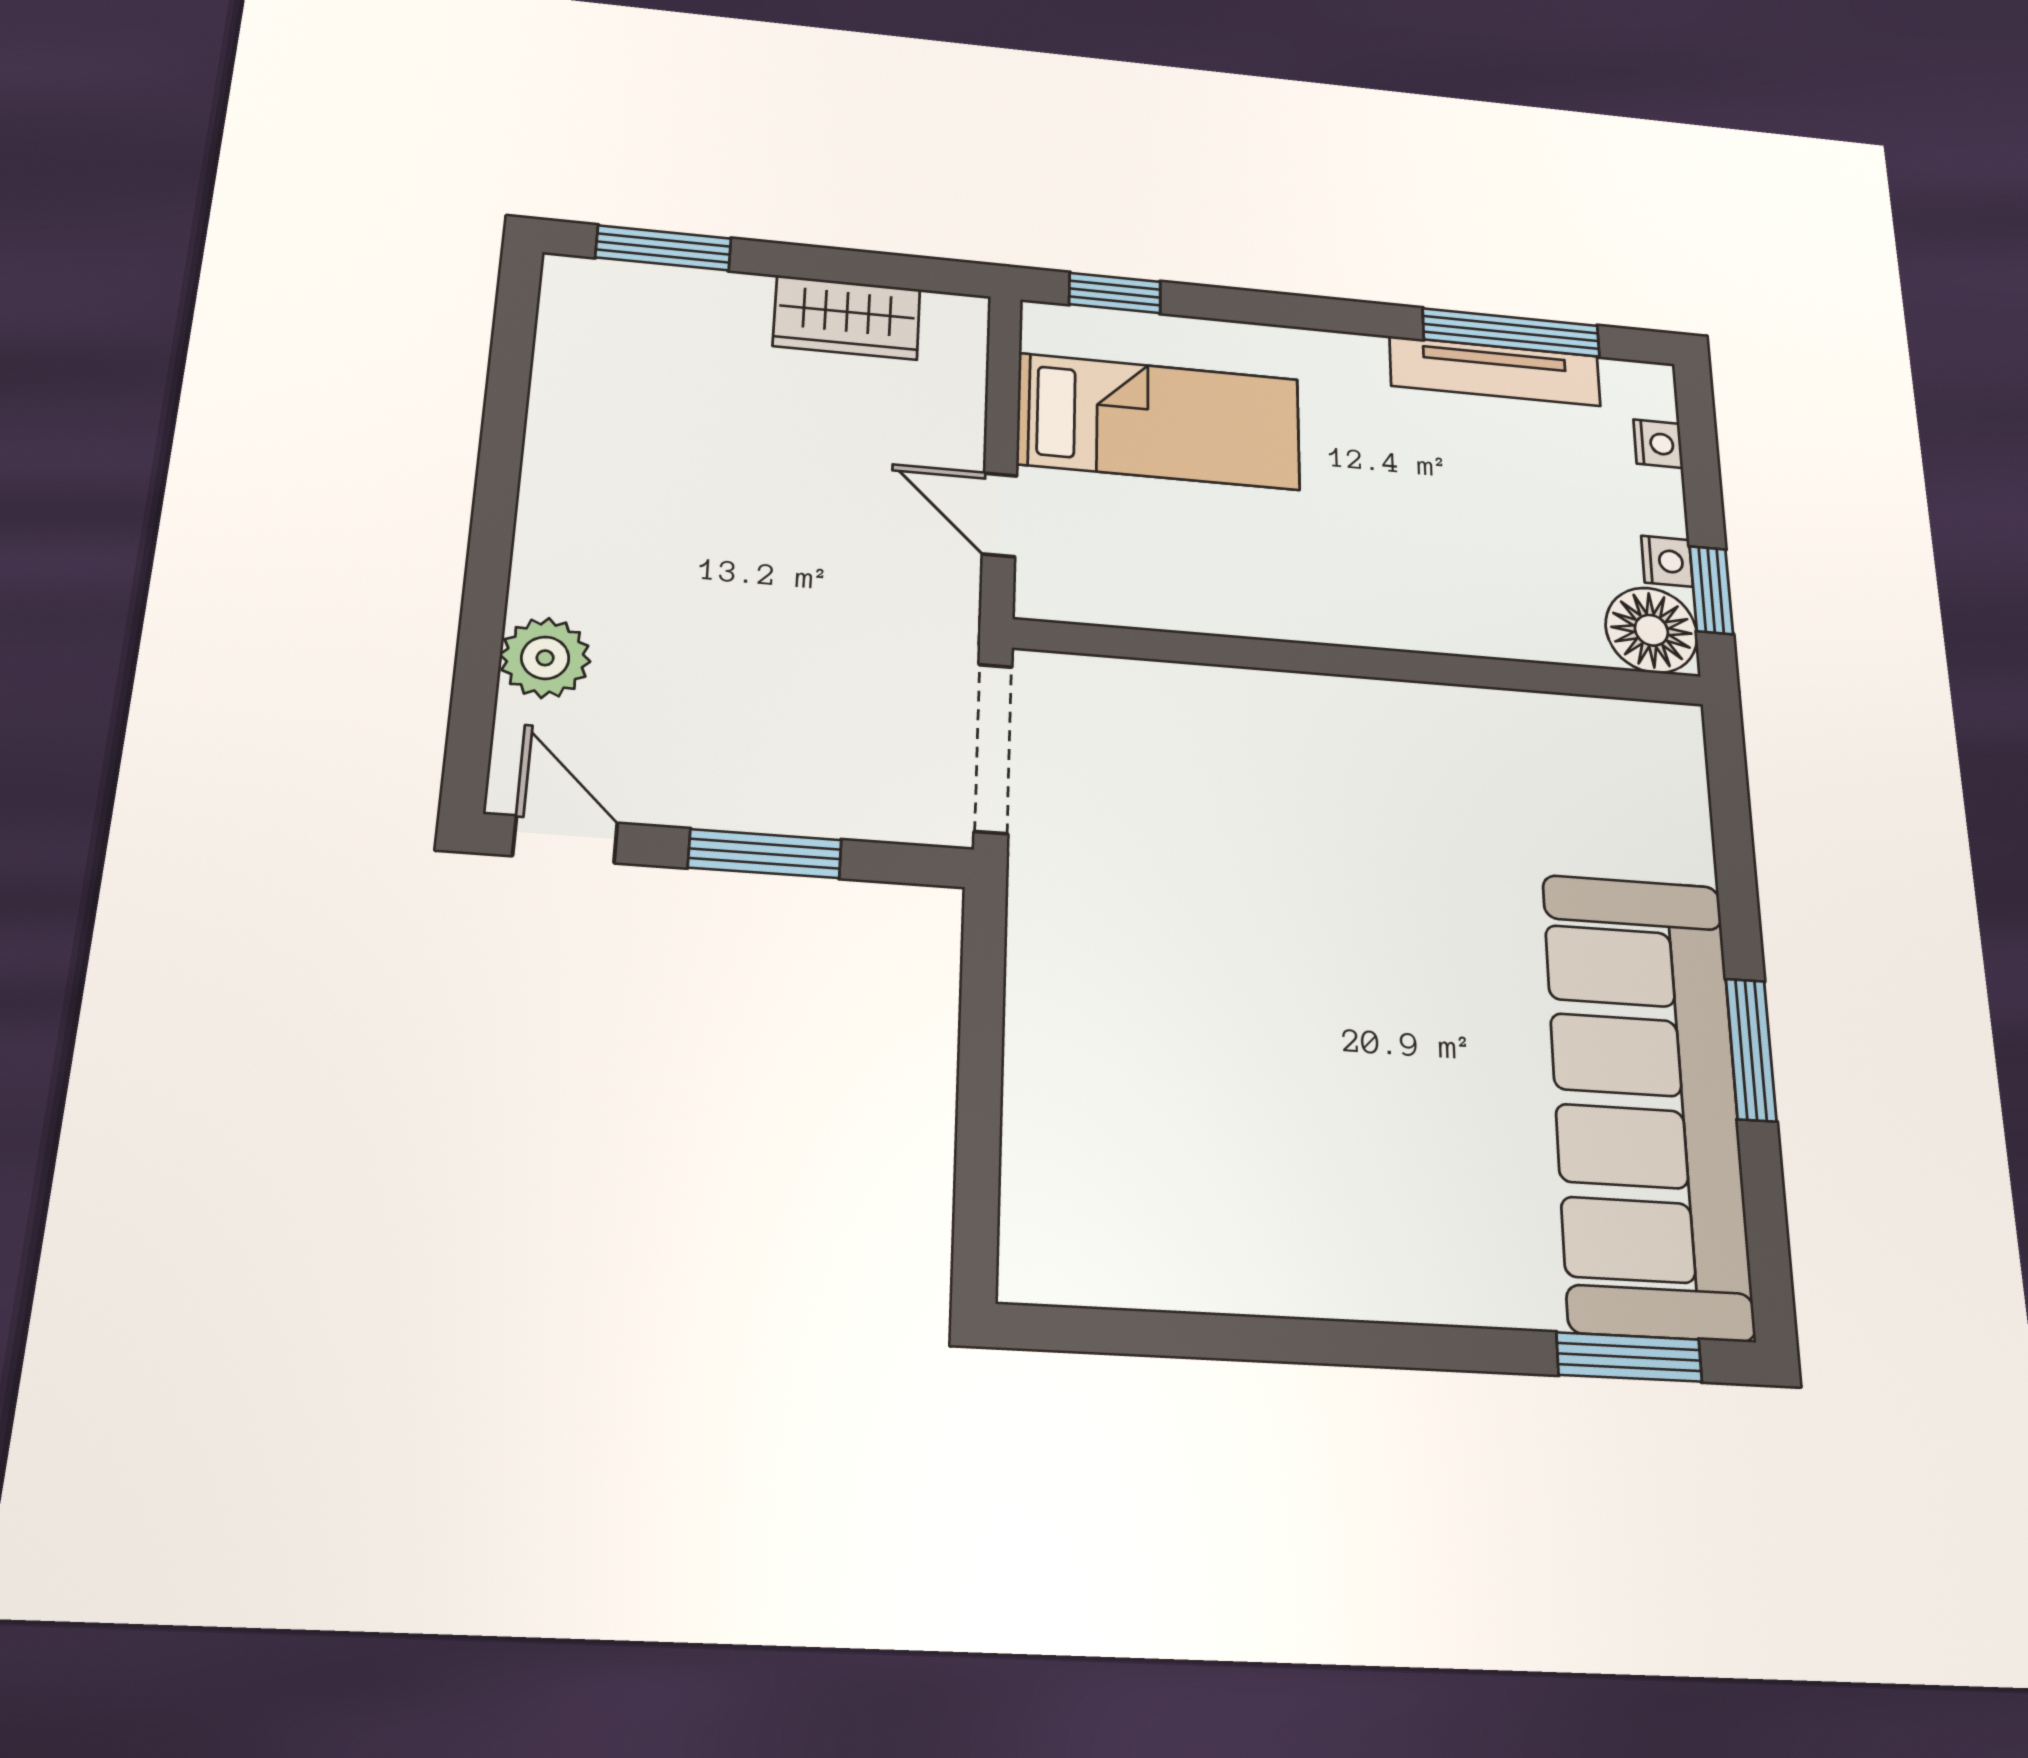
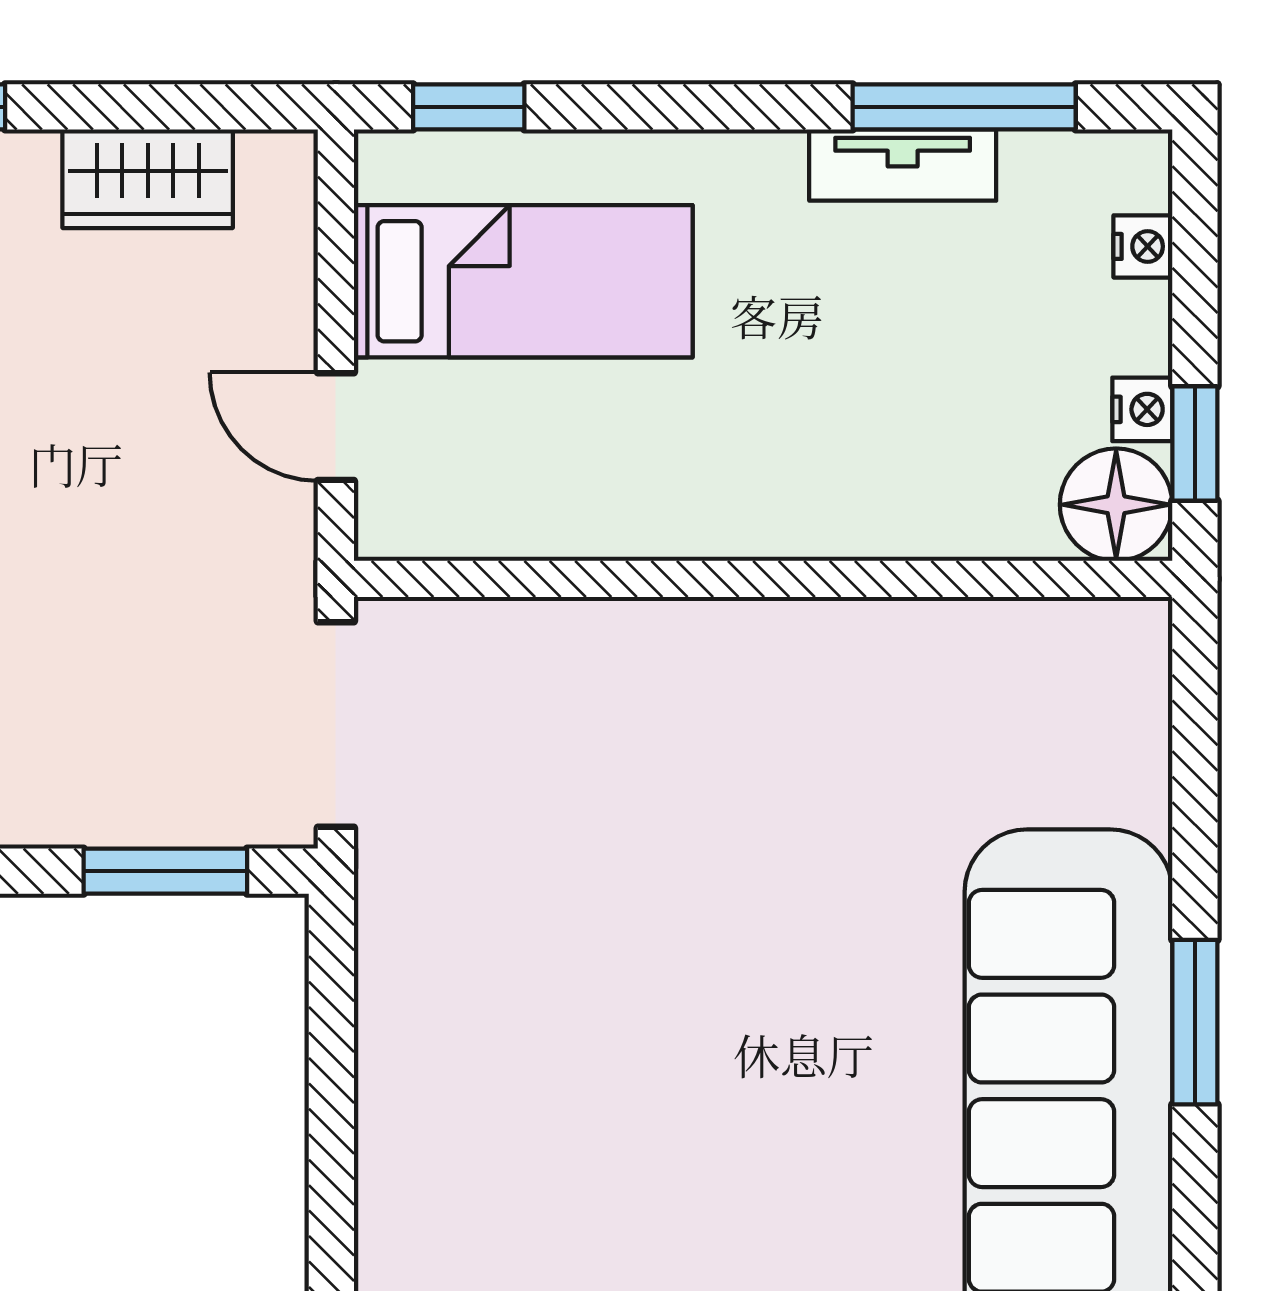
tv unit: (1495, 371) -> (903, 165), width x0.71
window: (765, 854) -> (165, 871), moved

